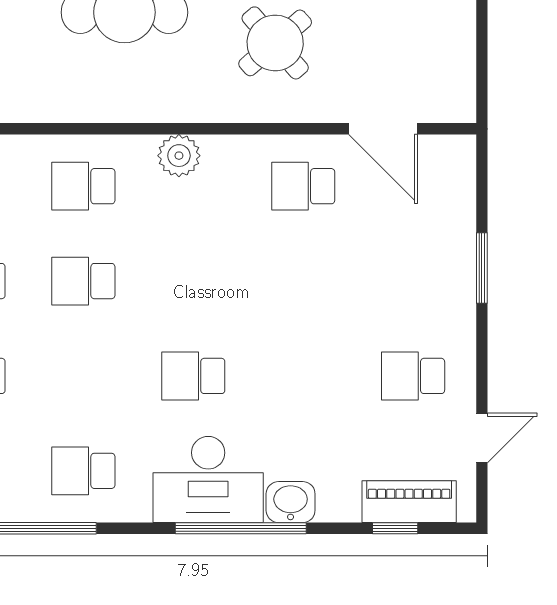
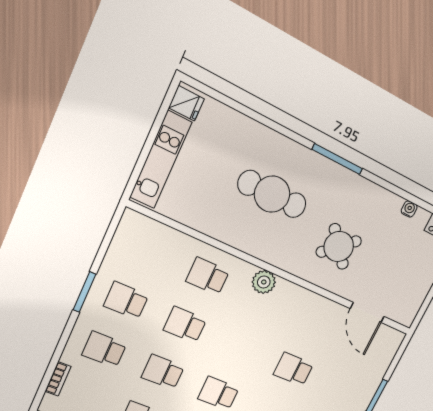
school desk: (303, 186) -> (293, 369), moved
school desk: (83, 376) -> (163, 372), added

